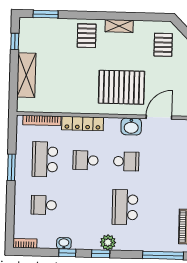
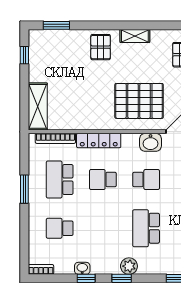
shelving: (26, 75) -> (38, 106), moved

